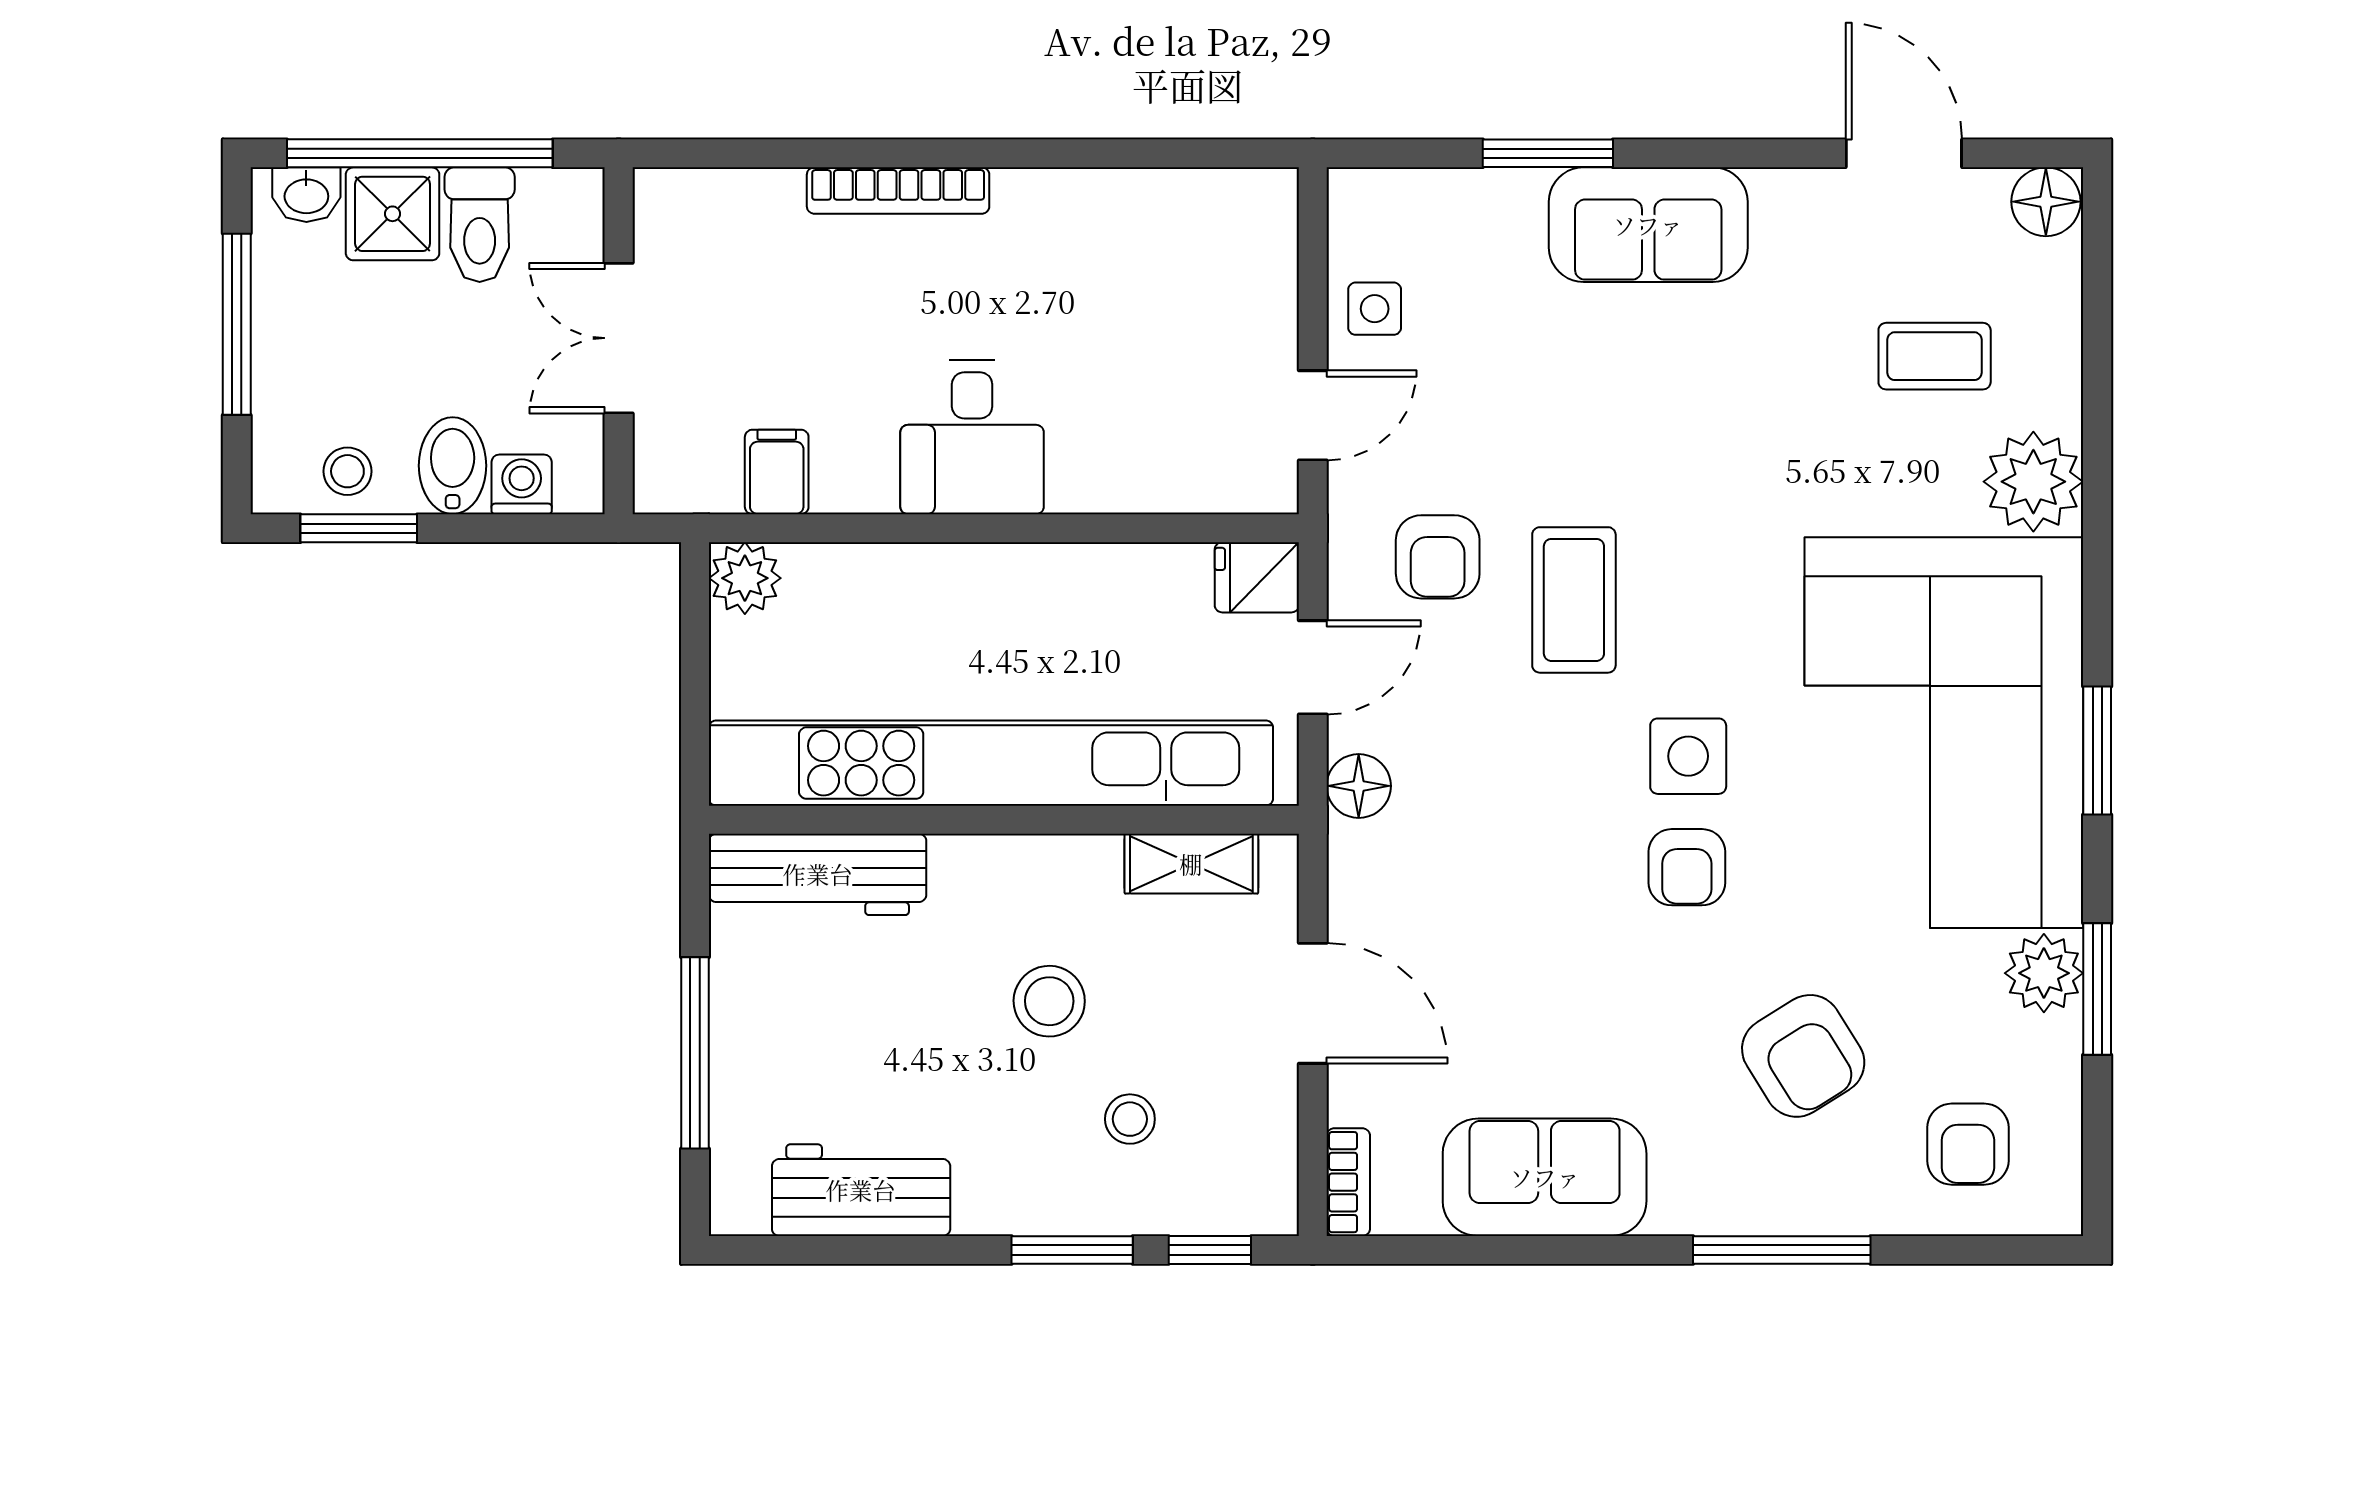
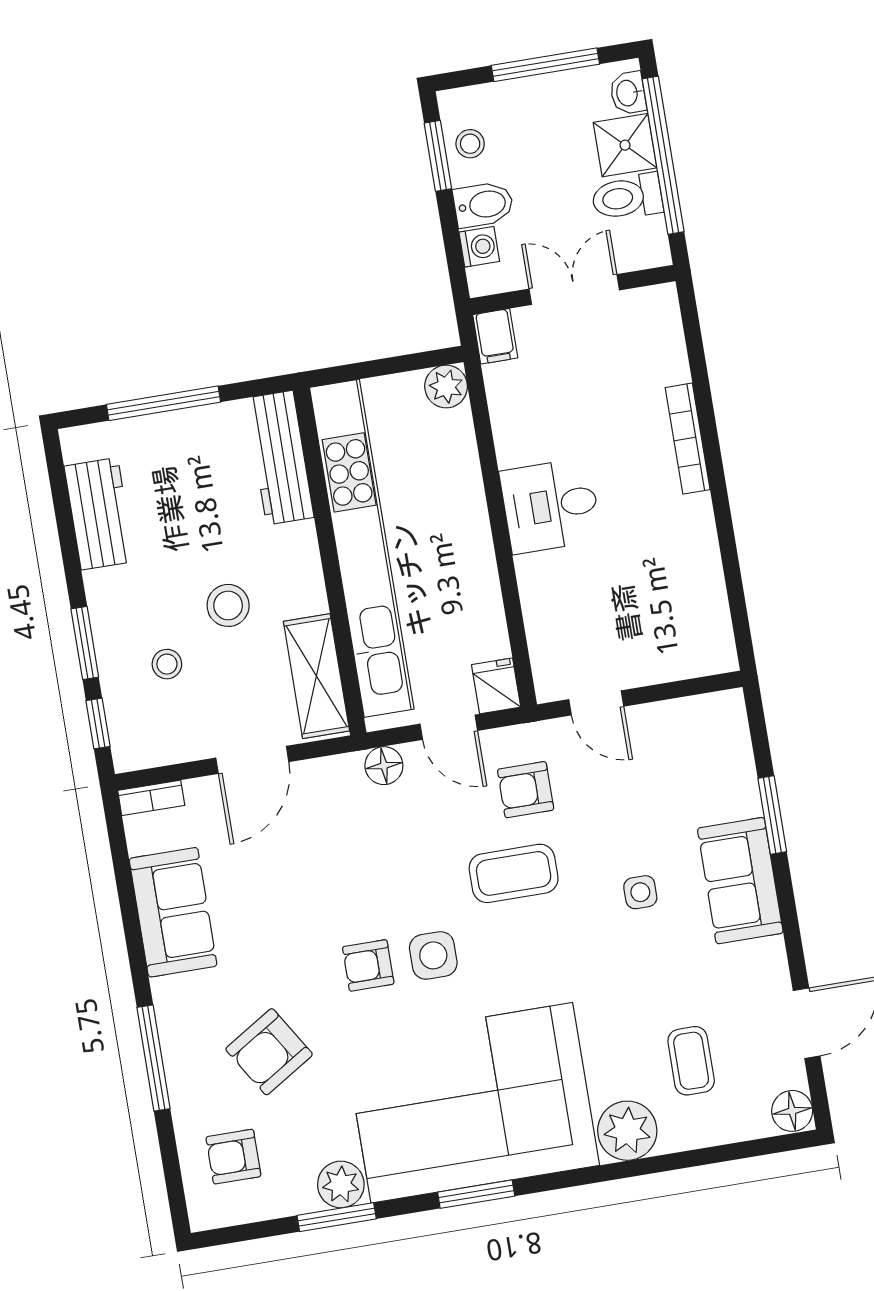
side table: (1375, 309) -> (640, 892), moved
filing cabinet: (777, 472) -> (495, 336), moved, turned 90
shelving: (1191, 864) -> (316, 676), width x1.50, depth x1.33

